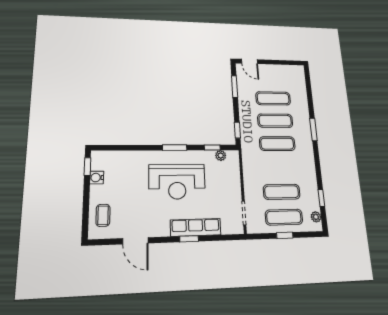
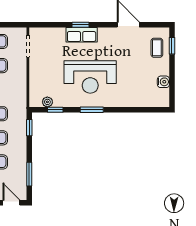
window: (87, 167) -> (172, 46), moved
reception desk: (177, 182) -> (90, 77), turned 180
row of seats: (196, 227) -> (82, 35), width x0.68

